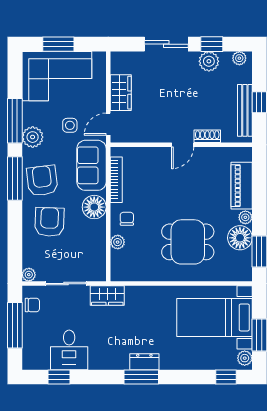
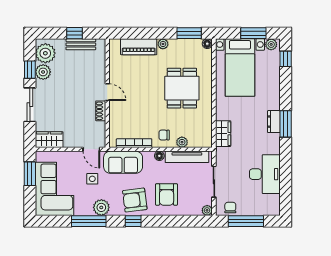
window: (58, 44) -> (30, 174), moved
plant: (239, 58) -> (45, 53), width x1.88, depth x1.88
wardrobe: (121, 93) -> (49, 140), moved
bench: (245, 110) -> (81, 44), width x0.73
shoe rack: (207, 136) -> (101, 111), moved
window: (15, 179) -> (133, 221), width x0.46
floor lamp: (94, 207) -> (159, 156), width x0.53, depth x0.53
armchair: (49, 222) -> (167, 194), turned -92
floor lamp: (240, 238) -> (207, 44), moved, width x0.53, depth x0.53
tv unit: (98, 248) -> (187, 157), added
wardrobe: (107, 296) -> (223, 134), moved
desk: (69, 350) -> (265, 174), width x1.37
window: (59, 377) -> (286, 187), removed

